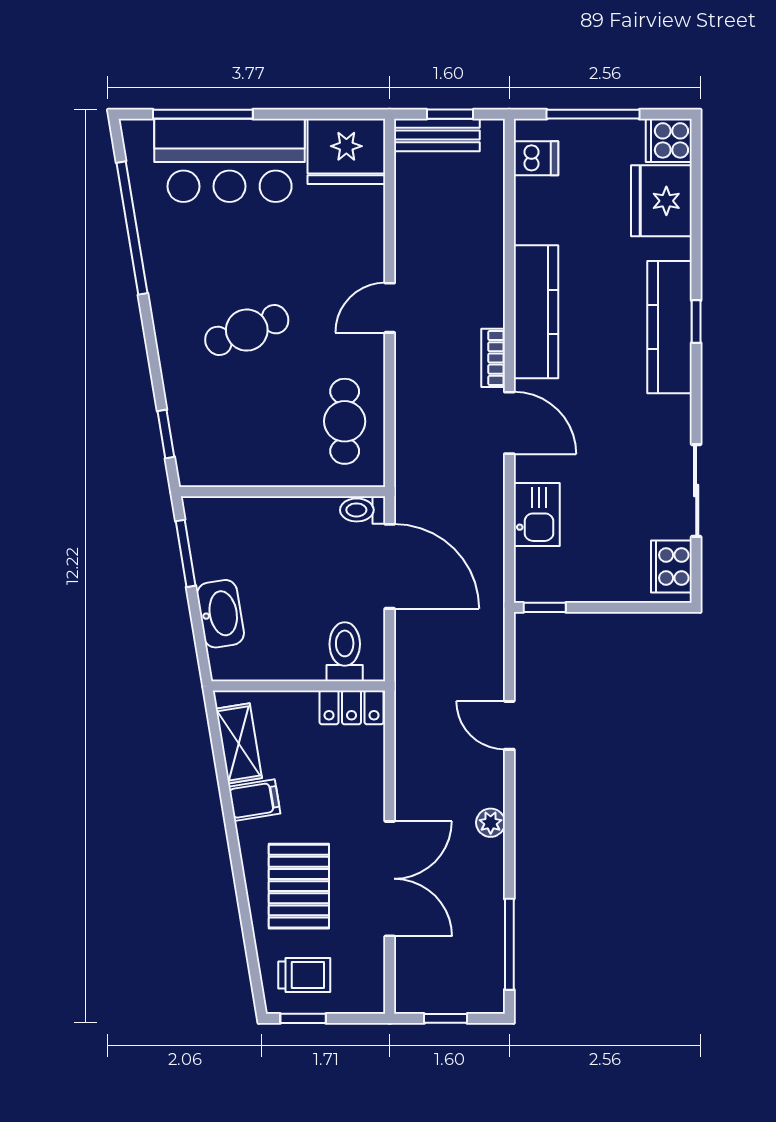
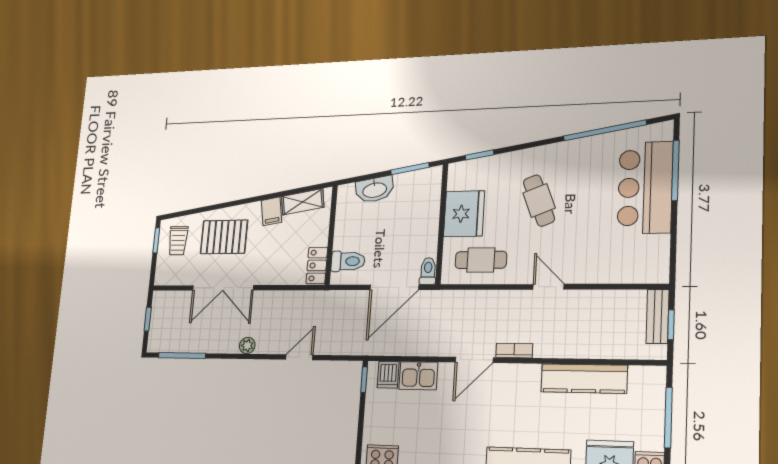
fridge: (346, 151) -> (464, 214), moved, turned 180
dishwasher: (536, 158) -> (388, 375), moved
kitchen counter: (536, 312) -> (584, 379), moved

